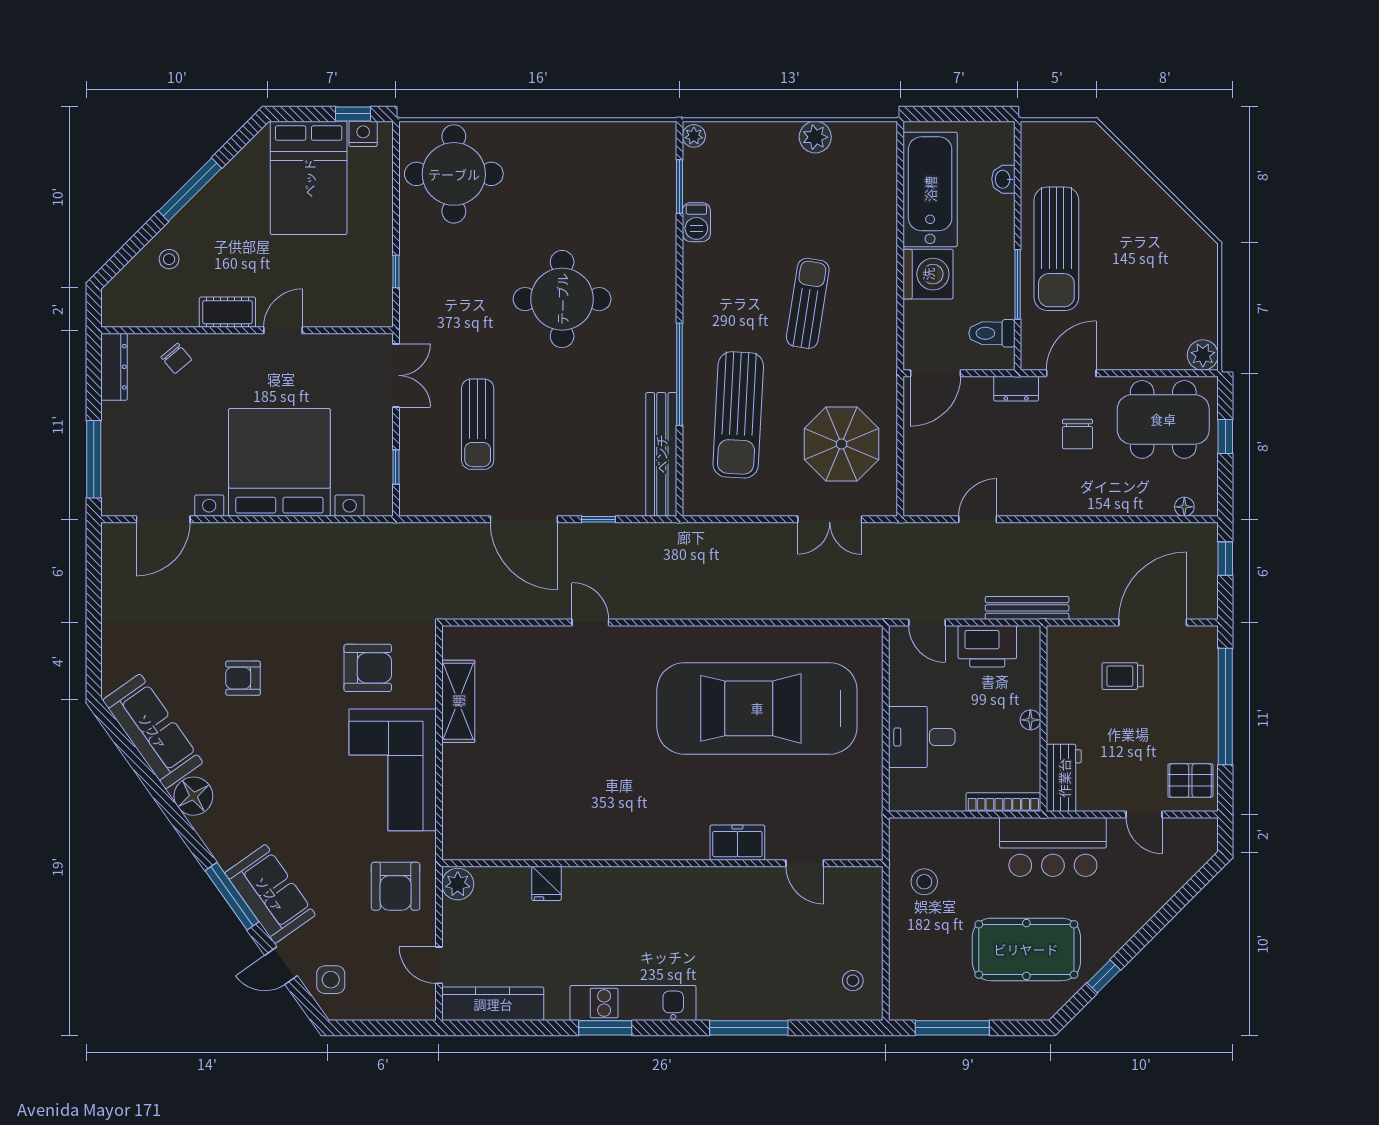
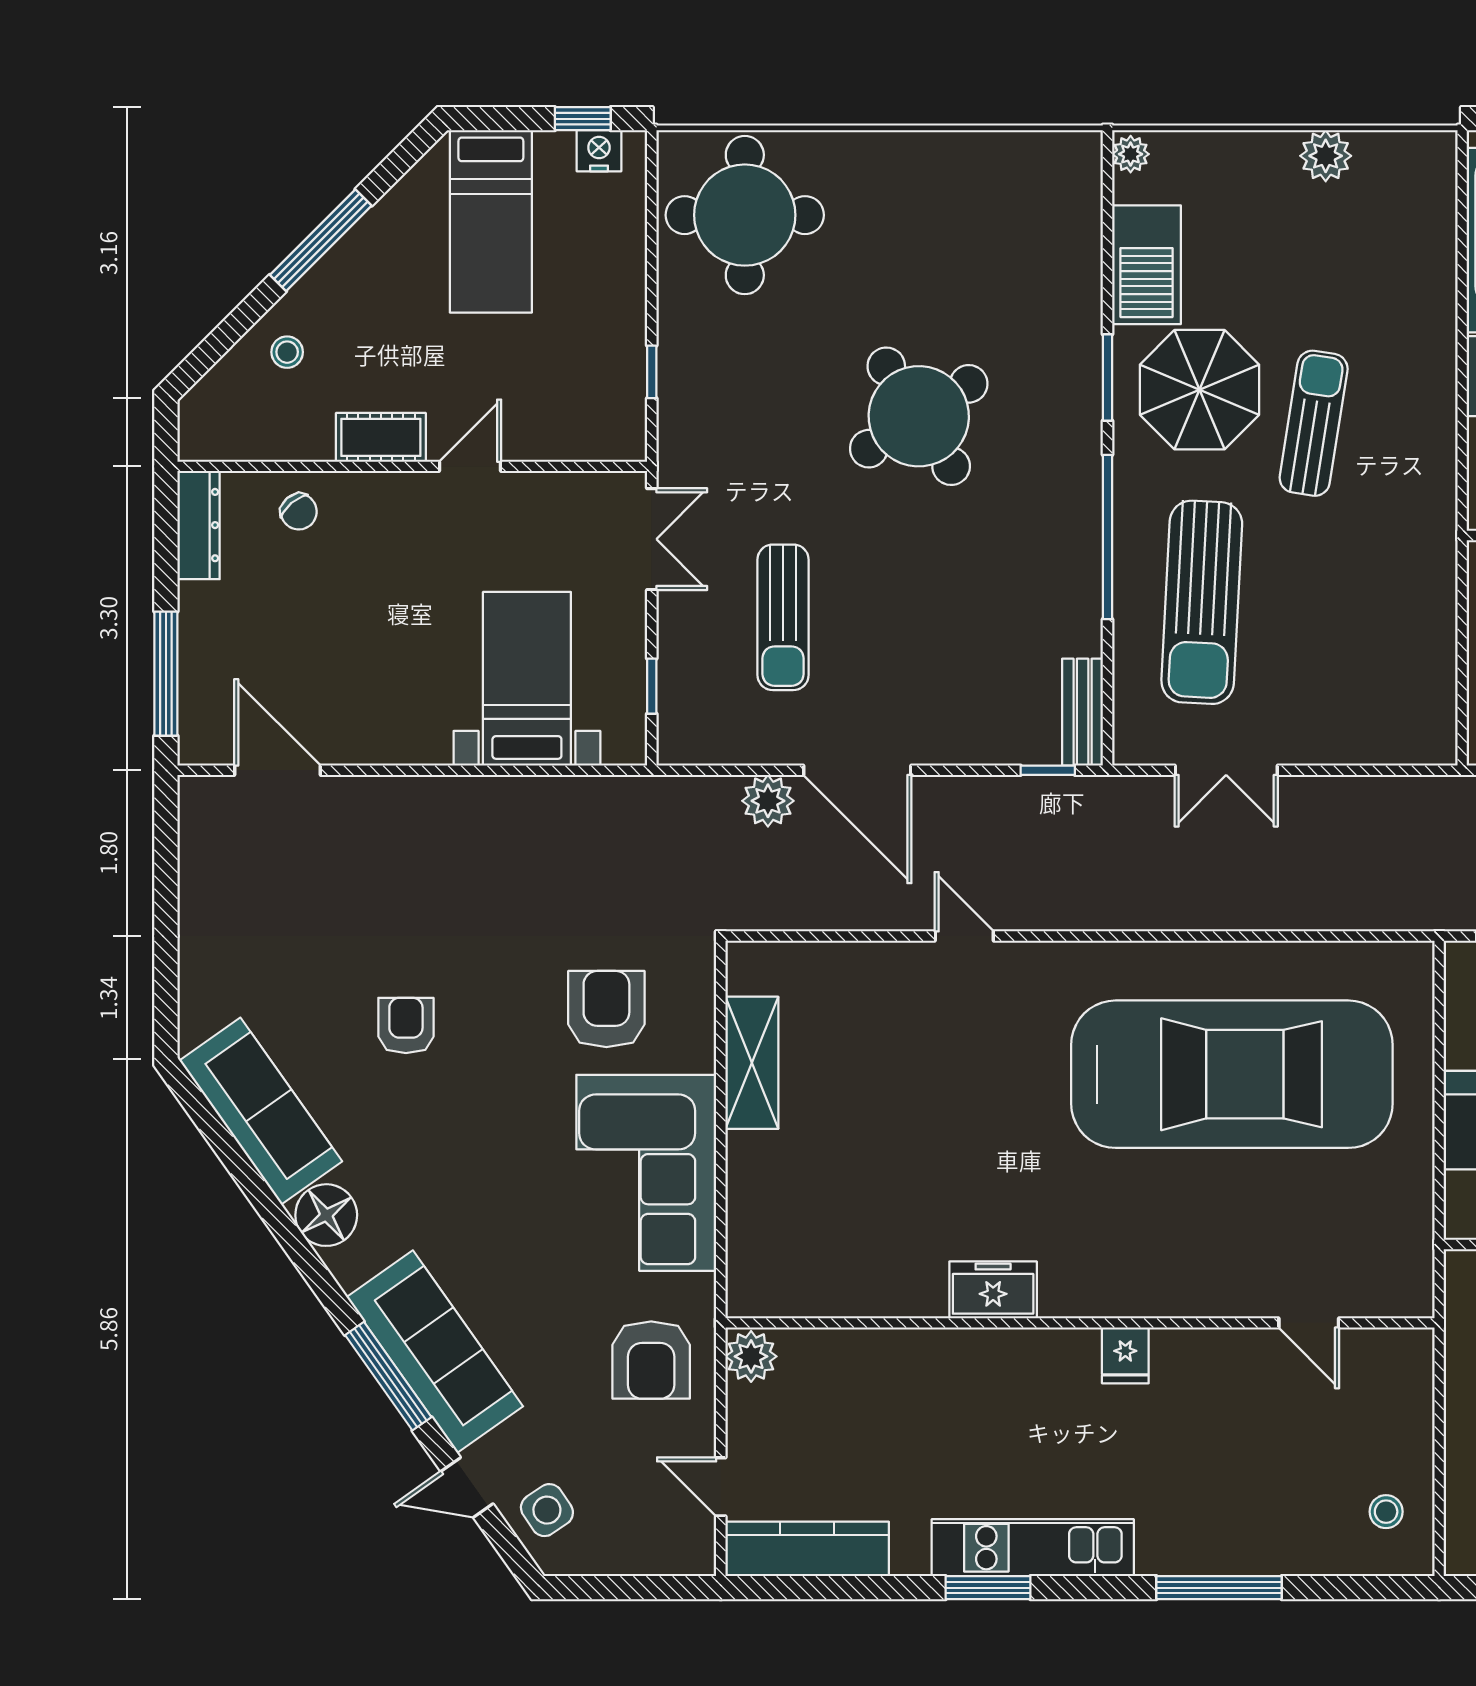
bed: (309, 178) -> (491, 221), width x0.67
window: (680, 186) -> (1108, 377), moved
barbecue: (696, 222) -> (1146, 265), width x1.88, depth x1.53
round table: (562, 299) -> (919, 416), turned -33
parasol: (841, 444) -> (1199, 390), moved
bench: (661, 454) -> (1083, 712), width x0.54, depth x0.82
bed with nightstands: (279, 462) -> (527, 679), width x0.54
door: (163, 519) -> (278, 770), swing flipped
window: (599, 519) -> (1048, 770), moved
double door: (830, 519) -> (1226, 770), moved
plant: (468, 538) -> (768, 801), added
armchair: (368, 668) -> (606, 1009), turned -90
armchair: (243, 678) -> (406, 1025), turned 90
car: (757, 708) -> (1232, 1074), turned 180
freezer: (737, 843) -> (993, 1290), moved
fridge: (547, 883) -> (1125, 1355), moved
sofa: (270, 894) -> (435, 1352), width x1.36
side table: (331, 980) -> (547, 1510), turned -34

